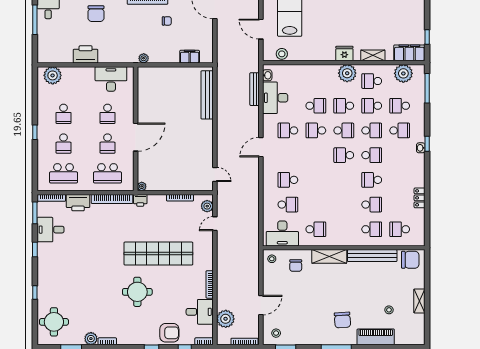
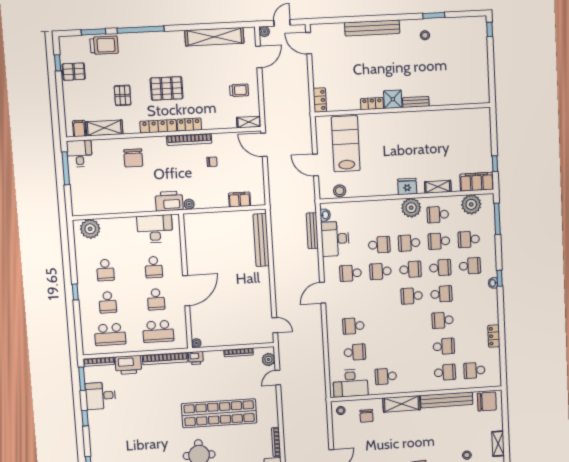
printer: (86, 54) -> (169, 201), moved
school desk: (316, 229) -> (386, 376), turned 180

